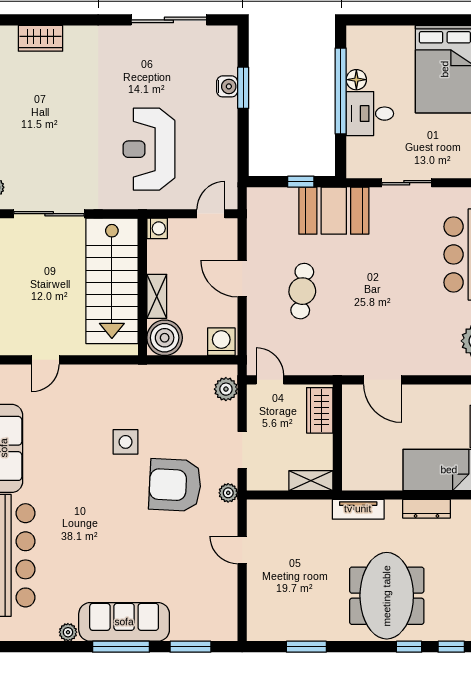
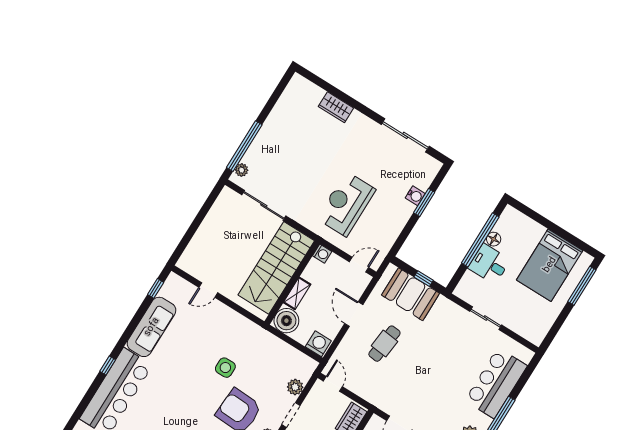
wardrobe: (41, 38) -> (336, 107), moved
booth: (334, 211) -> (411, 294), moved
plant: (226, 389) -> (295, 387), moved

